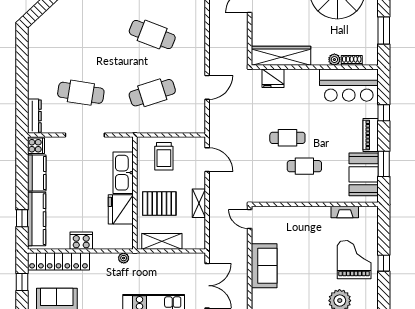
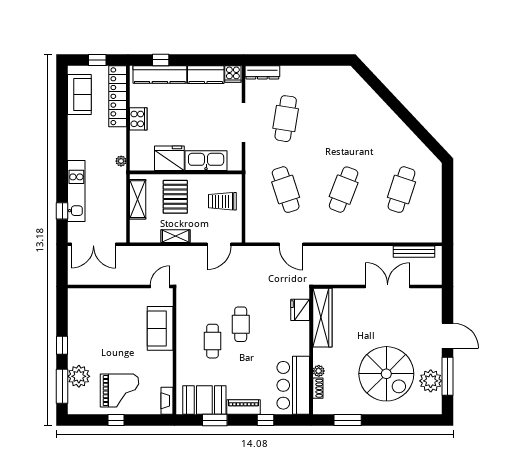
fireplace: (345, 212) -> (167, 401), moved
sofa: (264, 266) -> (160, 328), moved, turned 90

